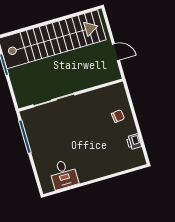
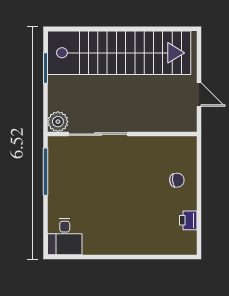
plant: (23, 99) -> (58, 122), added
desk: (64, 174) -> (65, 237), moved

